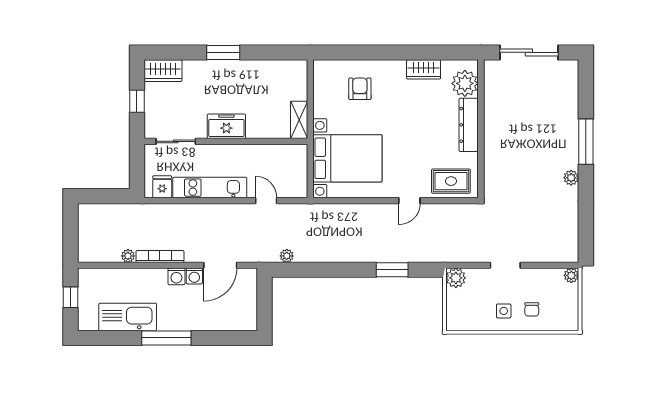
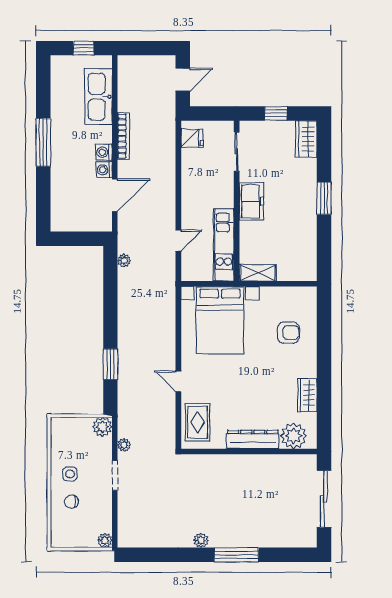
kitchen unit: (210, 188) -> (224, 245), moved, turned 180
door: (102, 196) -> (183, 79), added
plant: (128, 256) -> (124, 445), moved
door: (220, 265) -> (115, 195), swing flipped
kitchen sink: (128, 317) -> (99, 97), moved, turned 180

